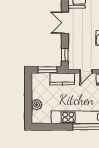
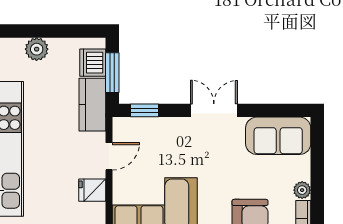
door: (86, 71) -> (109, 156), swing flipped
dishwasher: (43, 79) -> (93, 63), added

